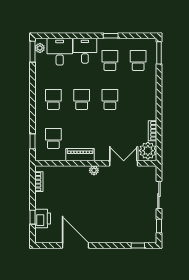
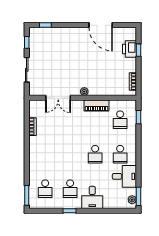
desk: (60, 52) -> (124, 176), moved, turned -90
school desk: (110, 99) -> (70, 154), removed
plant: (148, 151) -> (37, 109), removed

